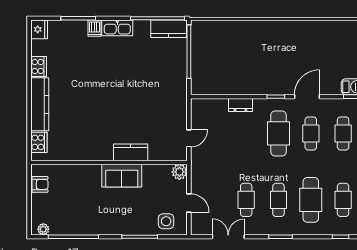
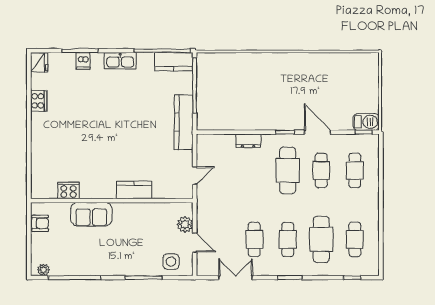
dishwasher: (94, 28) -> (83, 61), moved
door: (307, 97) -> (317, 132), hinge flipped
kitchen counter: (40, 104) -> (184, 122), moved, turned 180
cooker: (39, 142) -> (68, 190), moved, turned -90
plant: (179, 172) -> (185, 224), moved
sofa: (122, 176) -> (91, 214), moved

